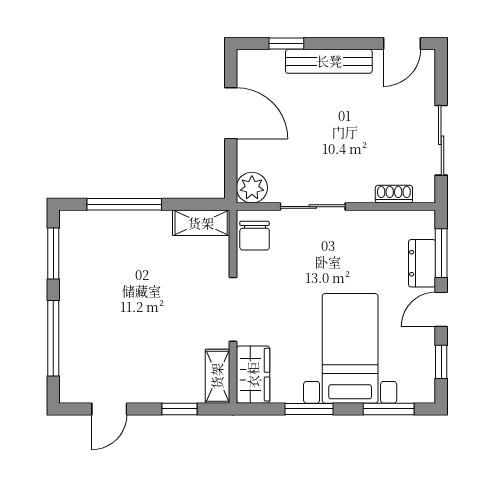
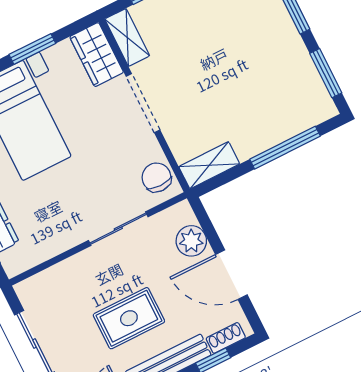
rug: (344, 120) -> (129, 318), added
plant: (252, 188) -> (191, 241), moved
shoe rack: (394, 194) -> (226, 338), moved, turned 180

